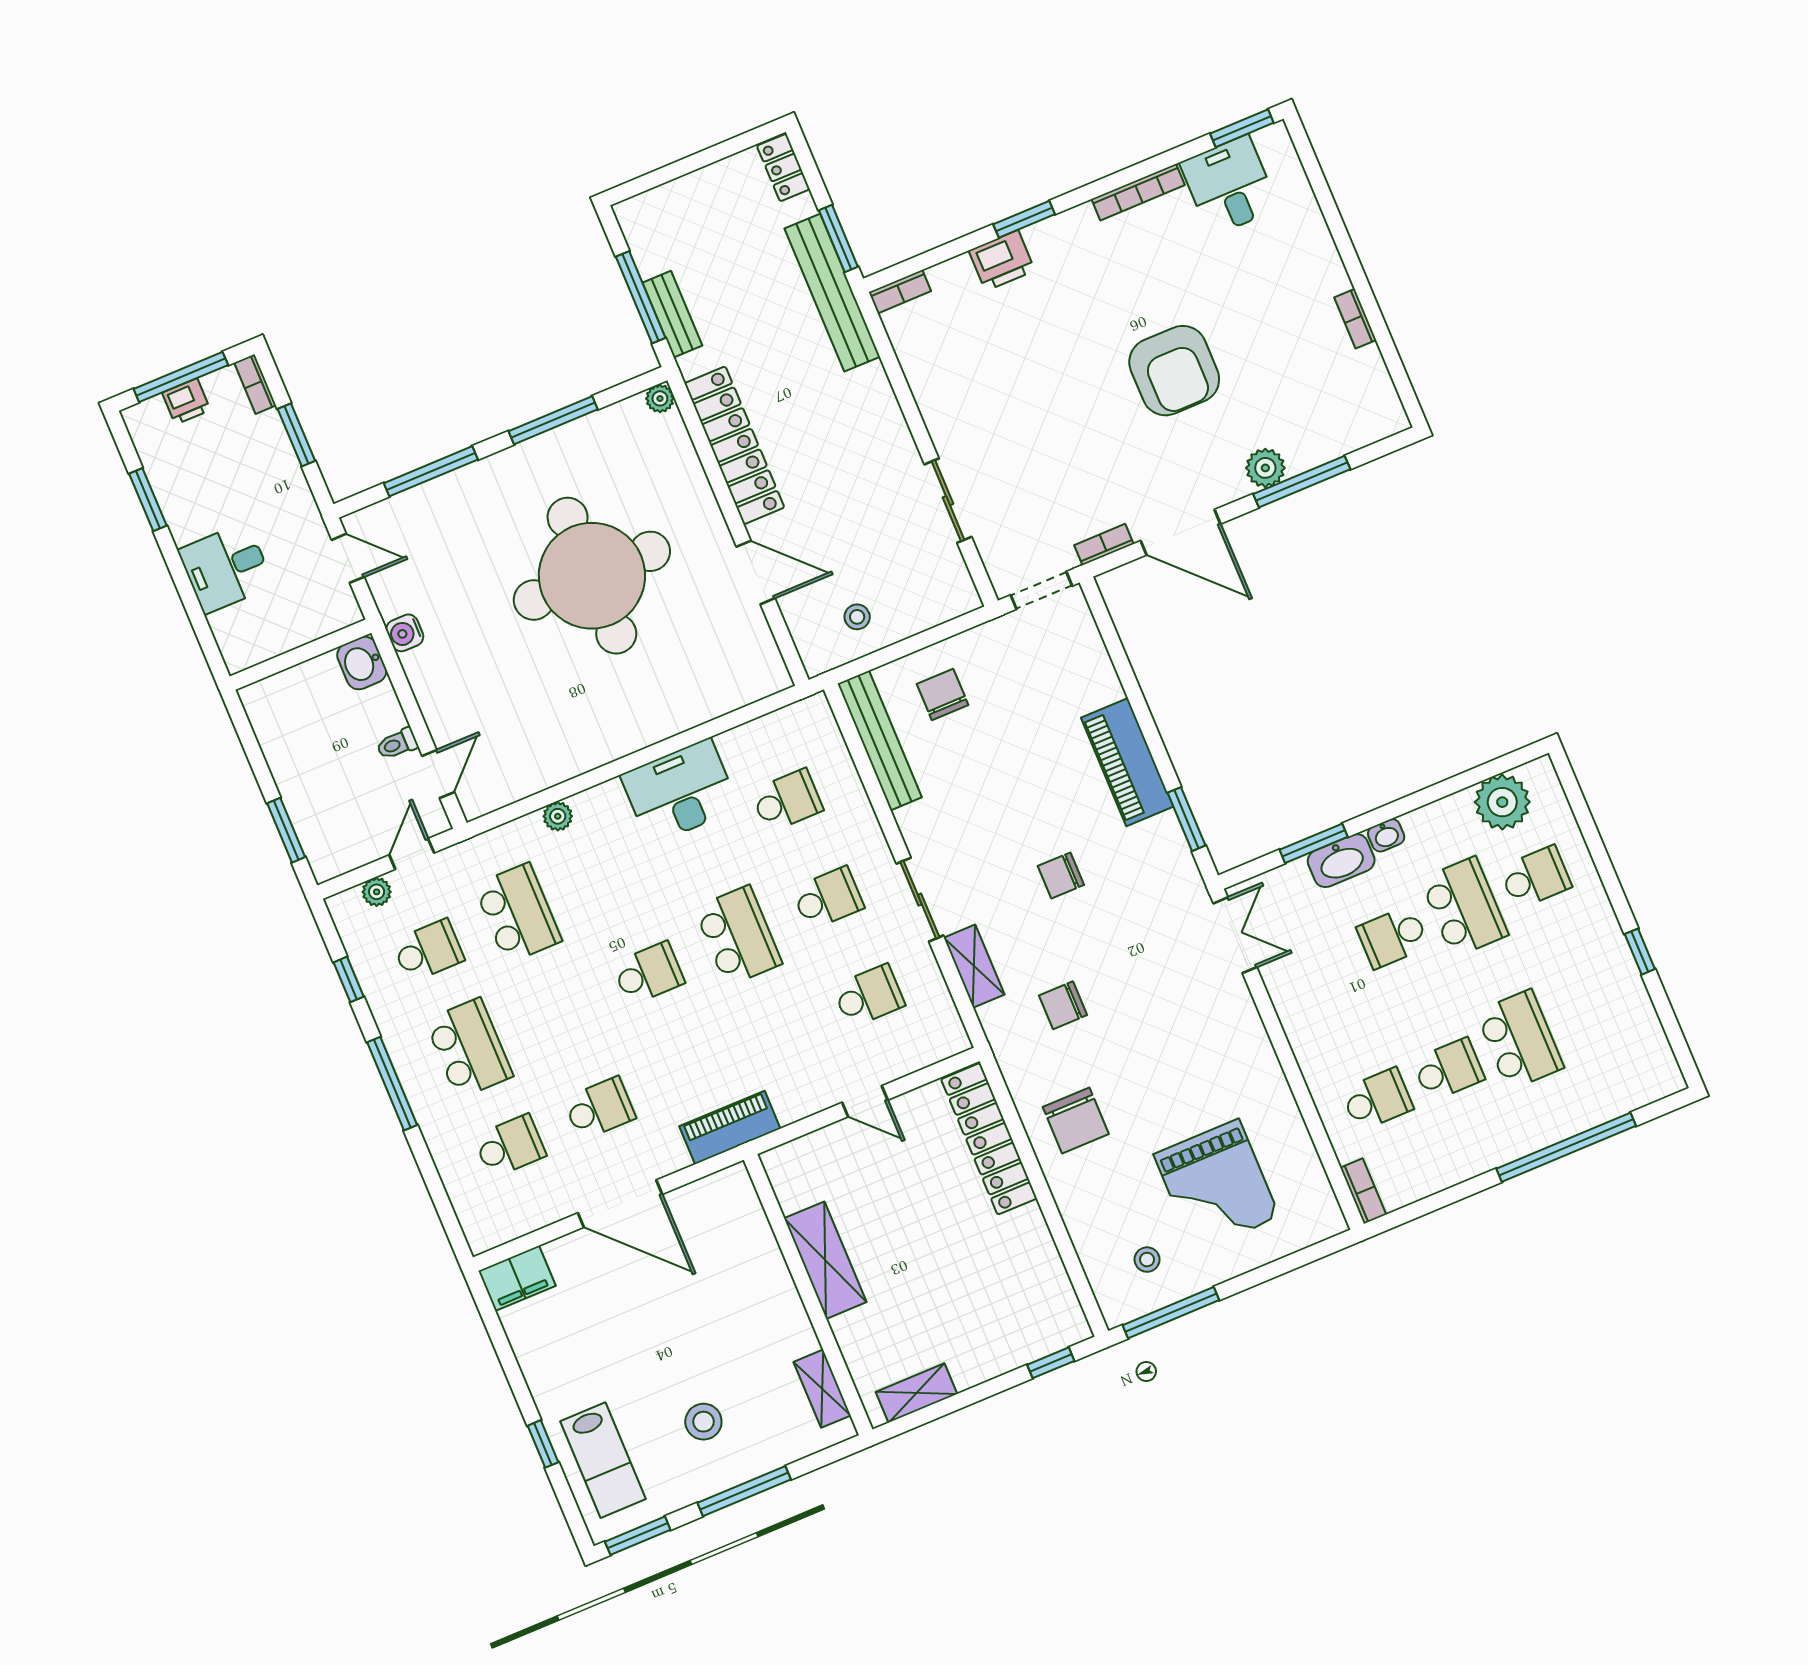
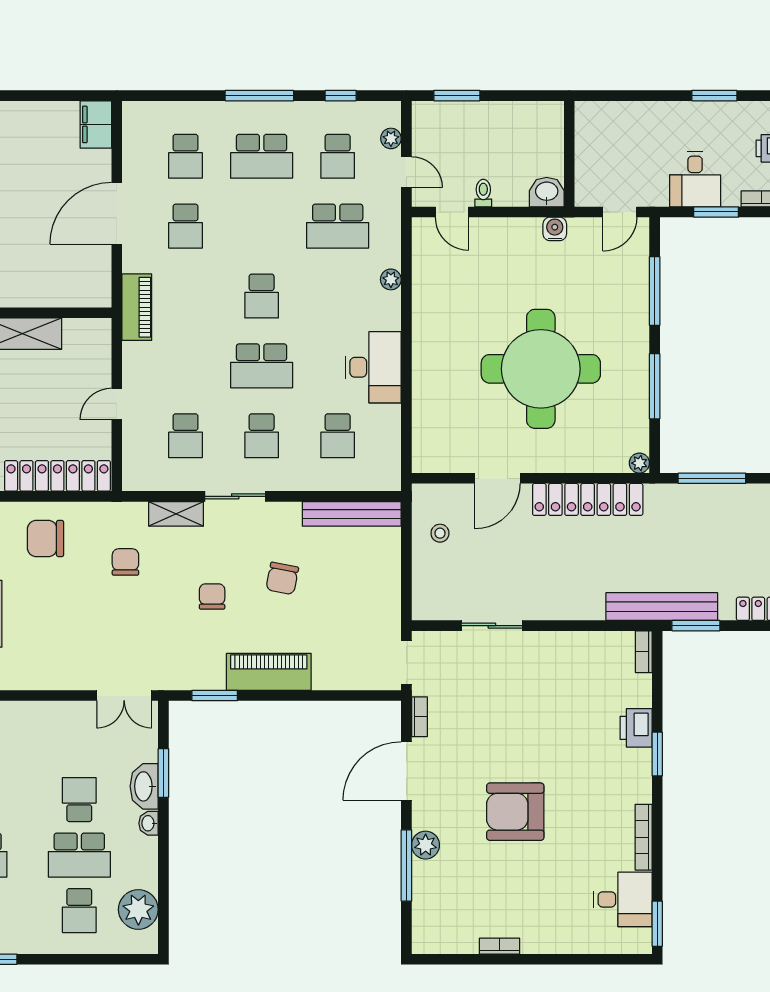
bench: (672, 314) -> (692, 495), removed
desk: (226, 568) -> (695, 179), moved, turned 180
chair: (943, 694) -> (282, 578), moved, turned 101

